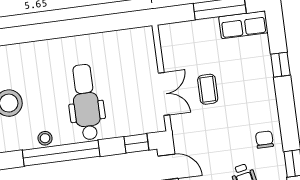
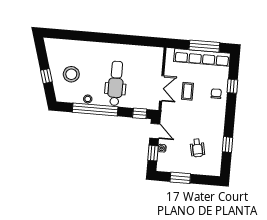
row of seats: (243, 25) -> (202, 57), width x2.02
chair: (264, 140) -> (216, 94), moved

